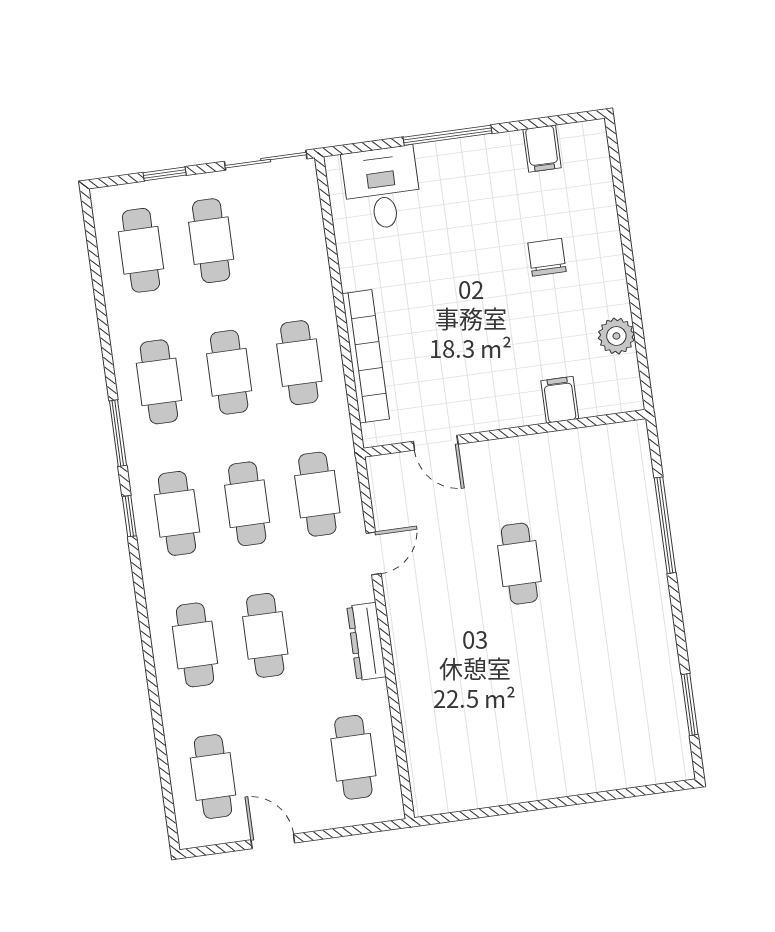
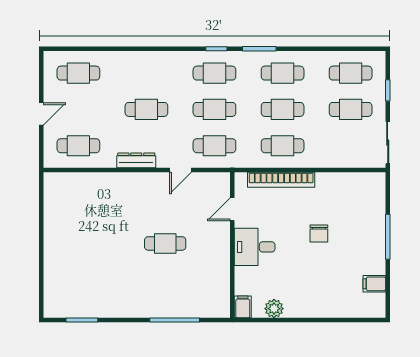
desk: (382, 188) -> (255, 247), moved, turned 180
chair: (547, 257) -> (319, 234), moved, turned 90
filing cabinet: (560, 400) -> (243, 307), moved, turned -90
door: (374, 553) -> (181, 170), hinge flipped
cafe table: (195, 645) -> (146, 73), removed
door: (273, 841) -> (41, 114), moved

